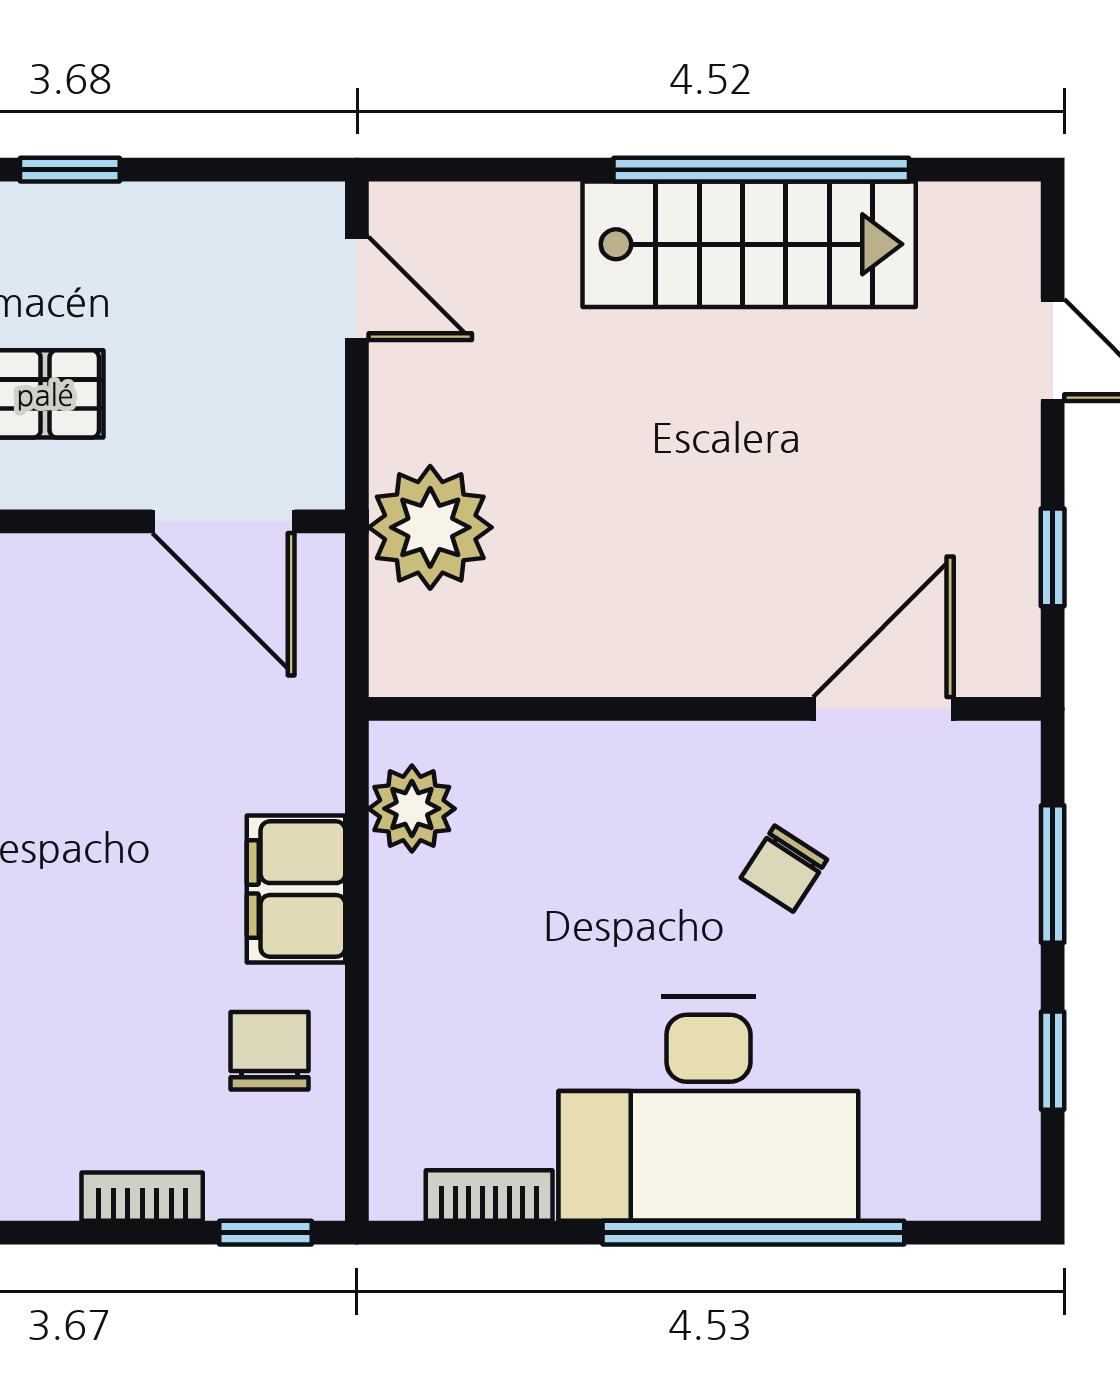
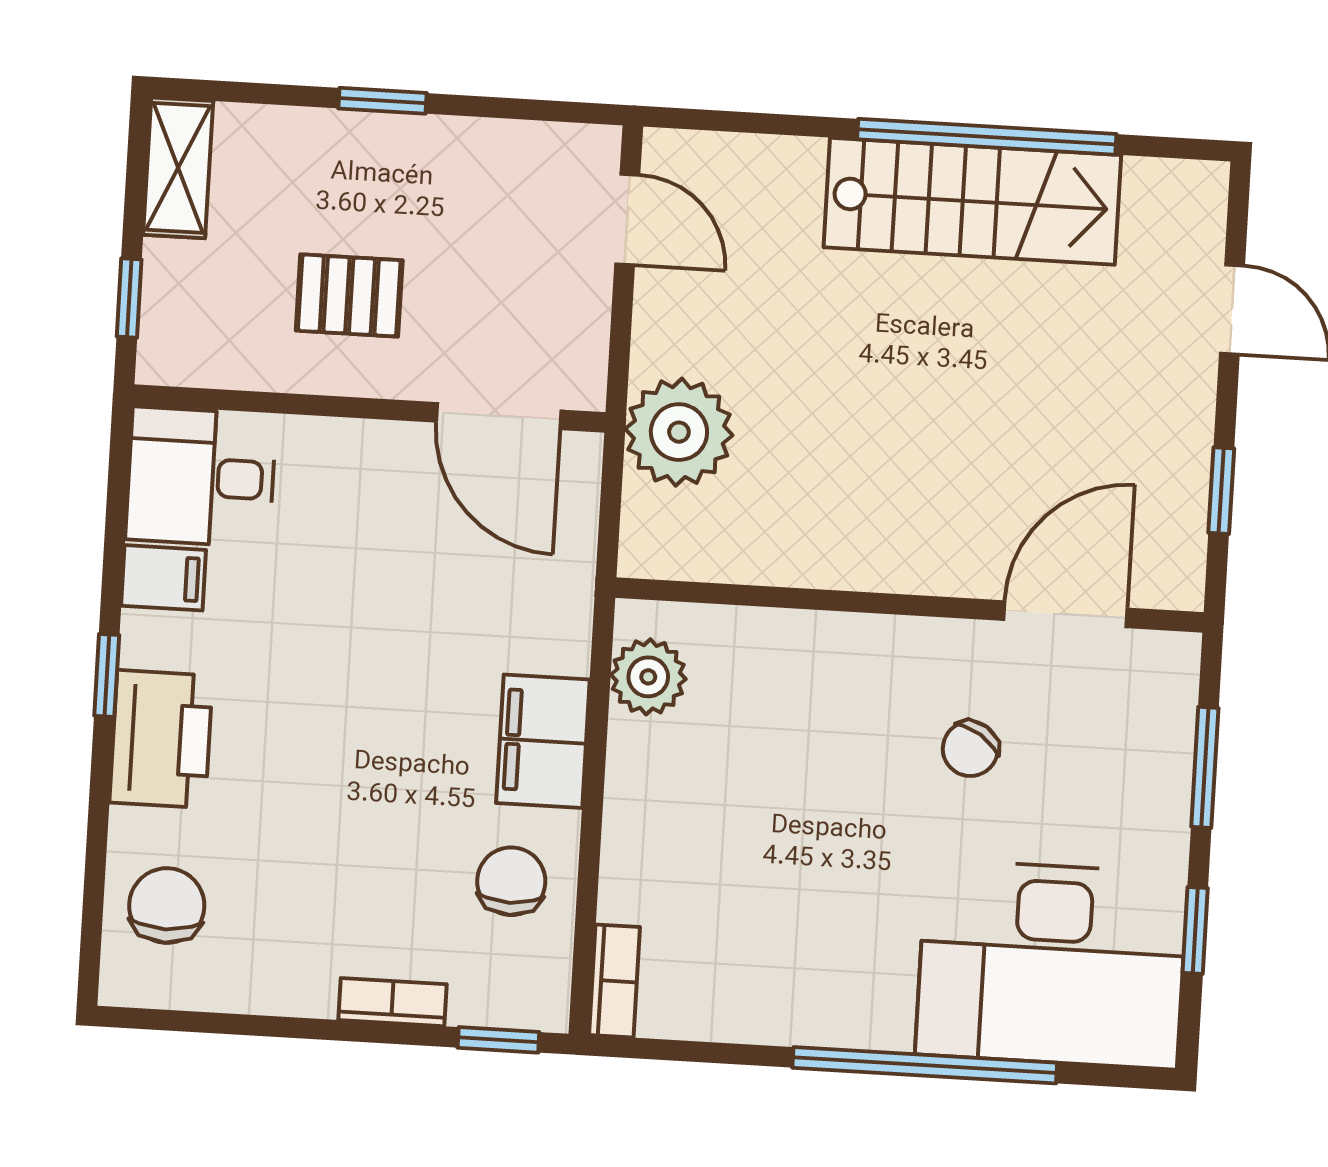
desk: (708, 1109) -> (1052, 964), moved
bookcase: (489, 1196) -> (615, 981), moved, turned 90

